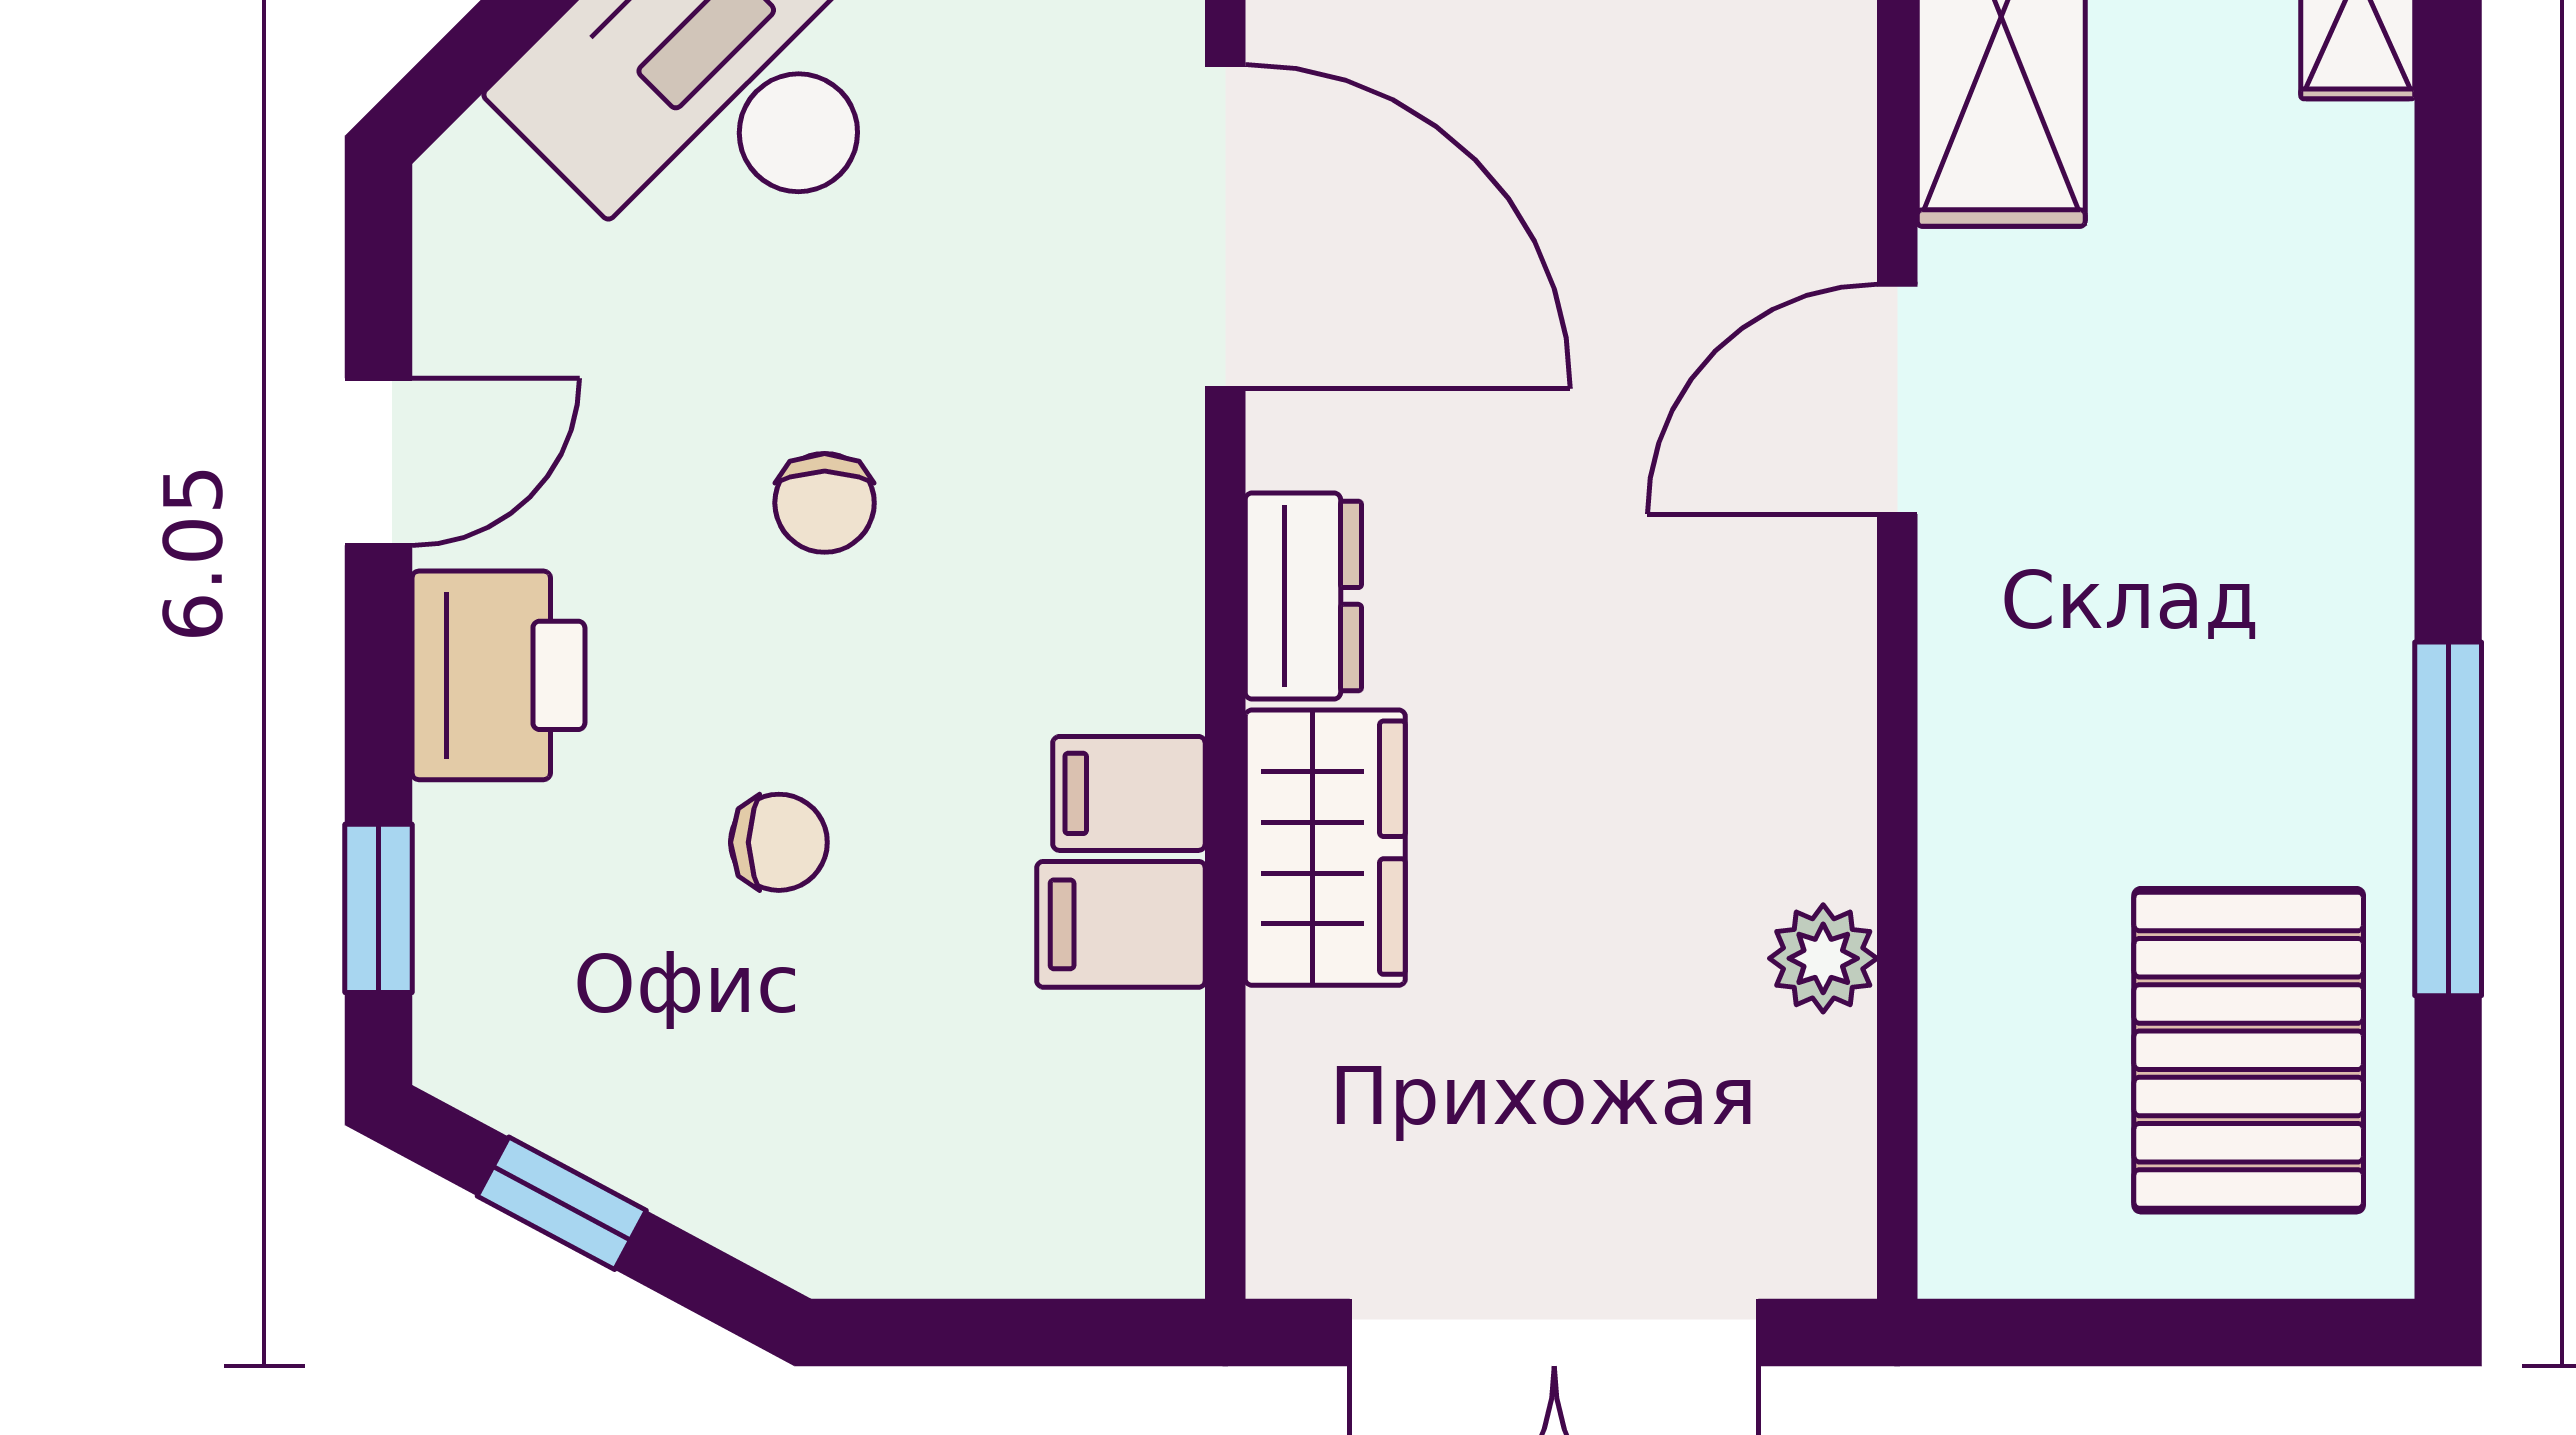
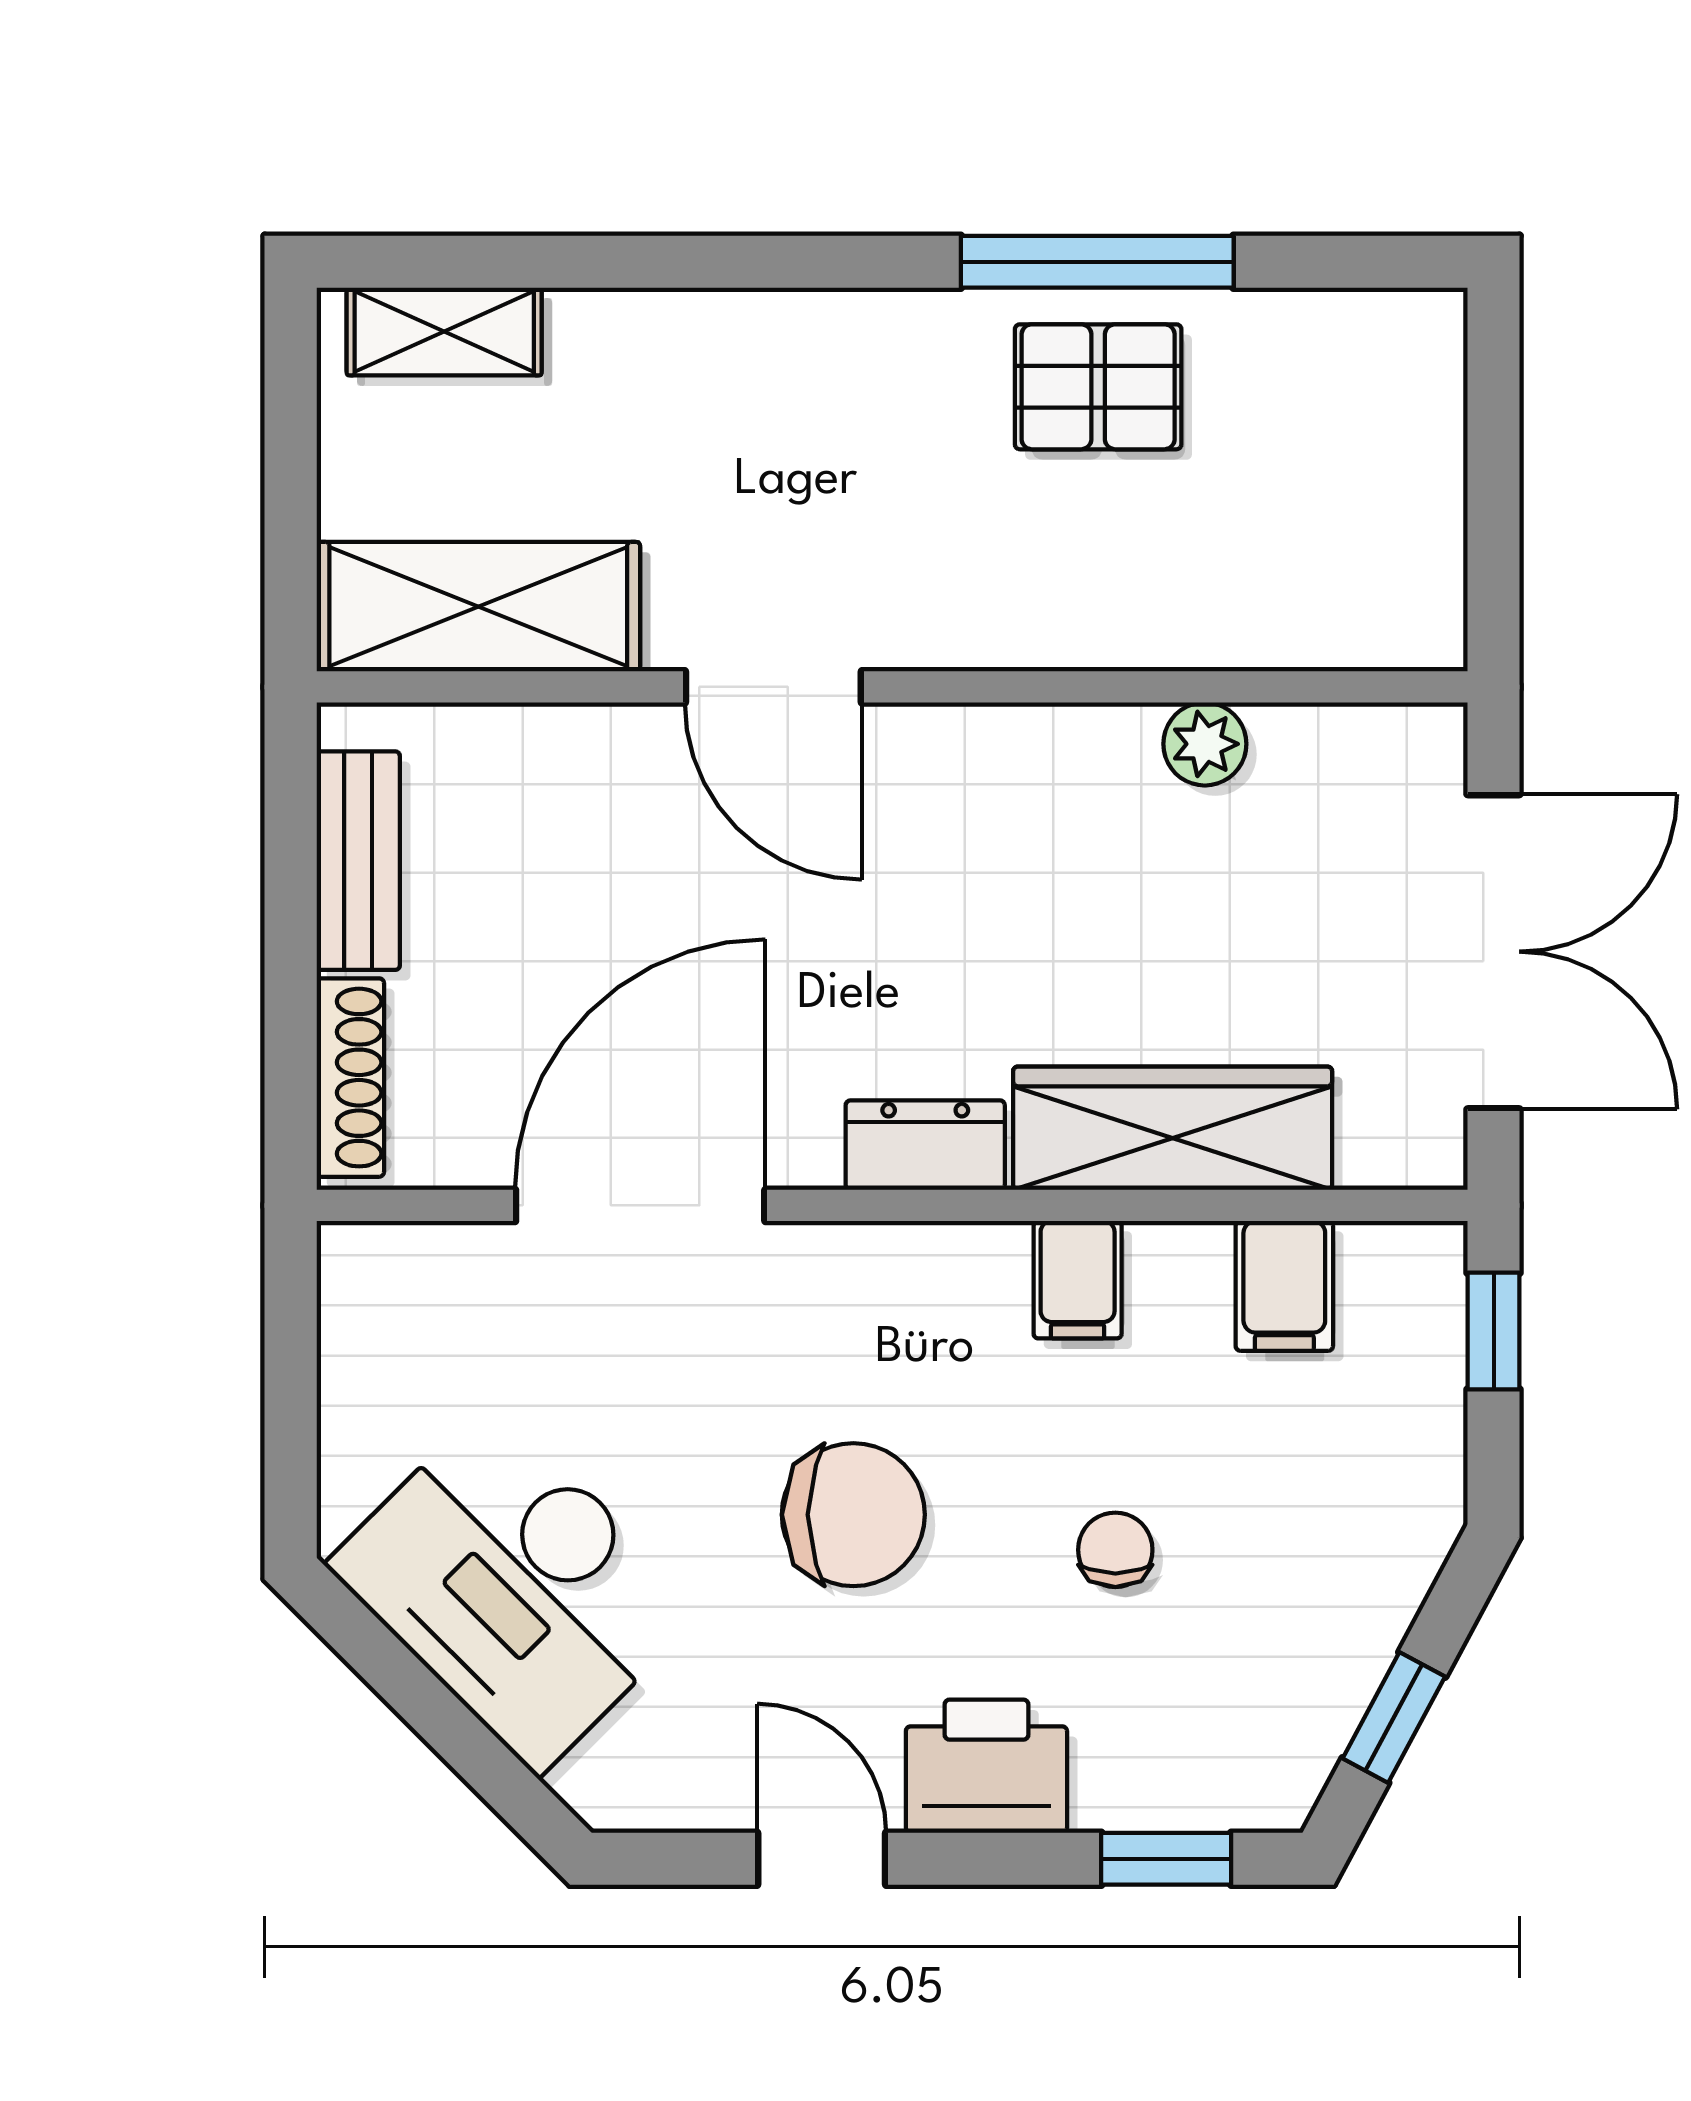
chair: (825, 503) -> (853, 1515), width x1.87, depth x1.87
wardrobe: (1325, 848) -> (1173, 1128), width x1.50
filing cabinet: (1121, 924) -> (1284, 1286), moved
pallet: (2249, 1050) -> (1098, 387), moved, width x0.67, depth x0.71
window: (1062, 1332) -> (1494, 1331), added

